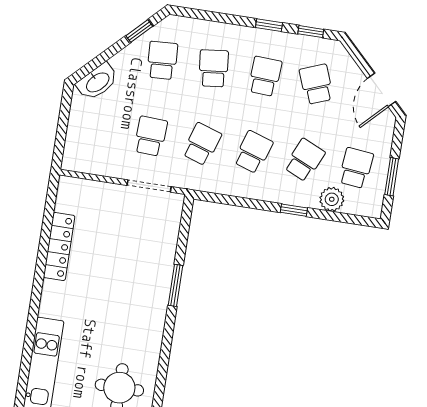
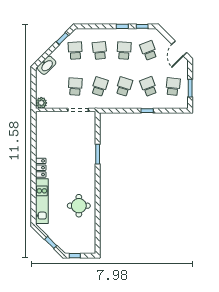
school desk: (305, 160) -> (148, 87), turned -45
plant: (332, 199) -> (41, 103), moved
locker: (59, 247) -> (41, 168), moved, width x0.66

